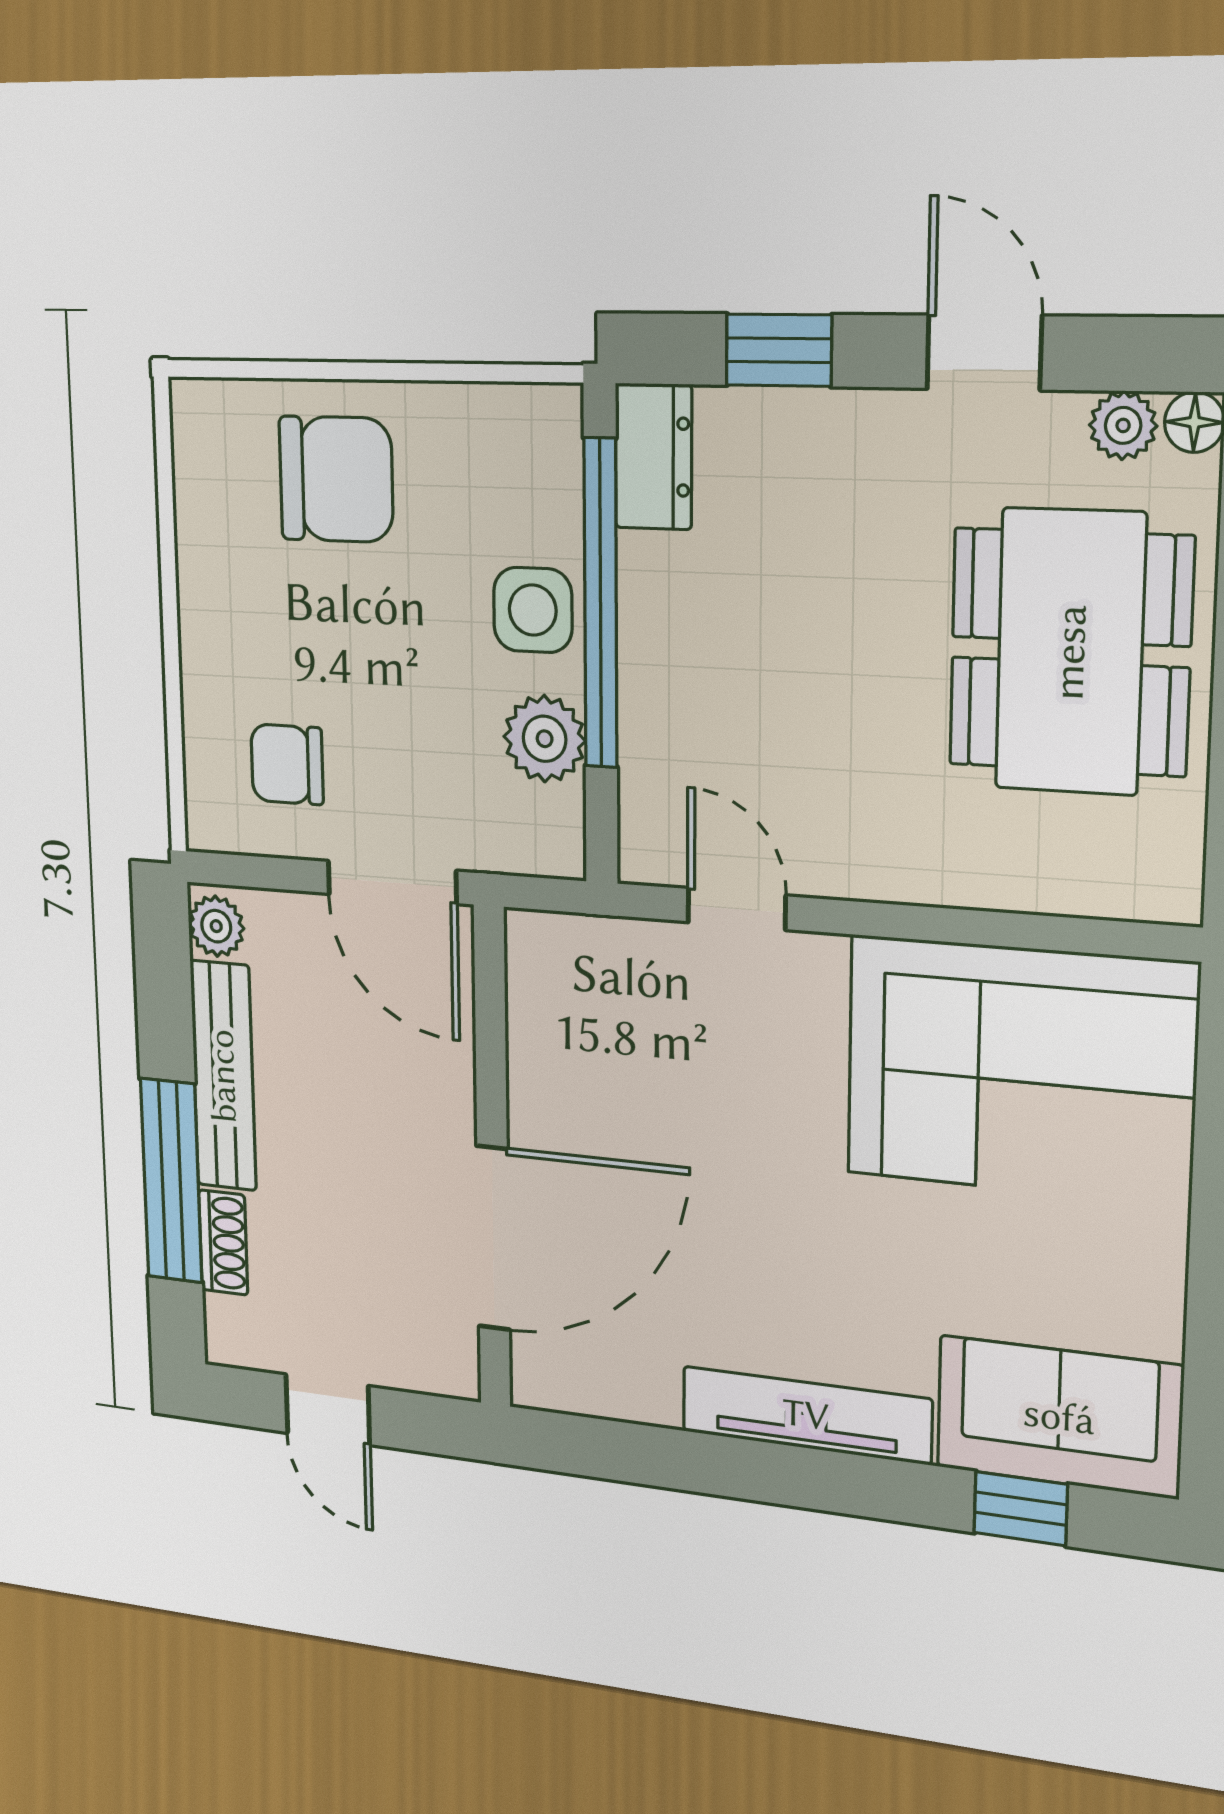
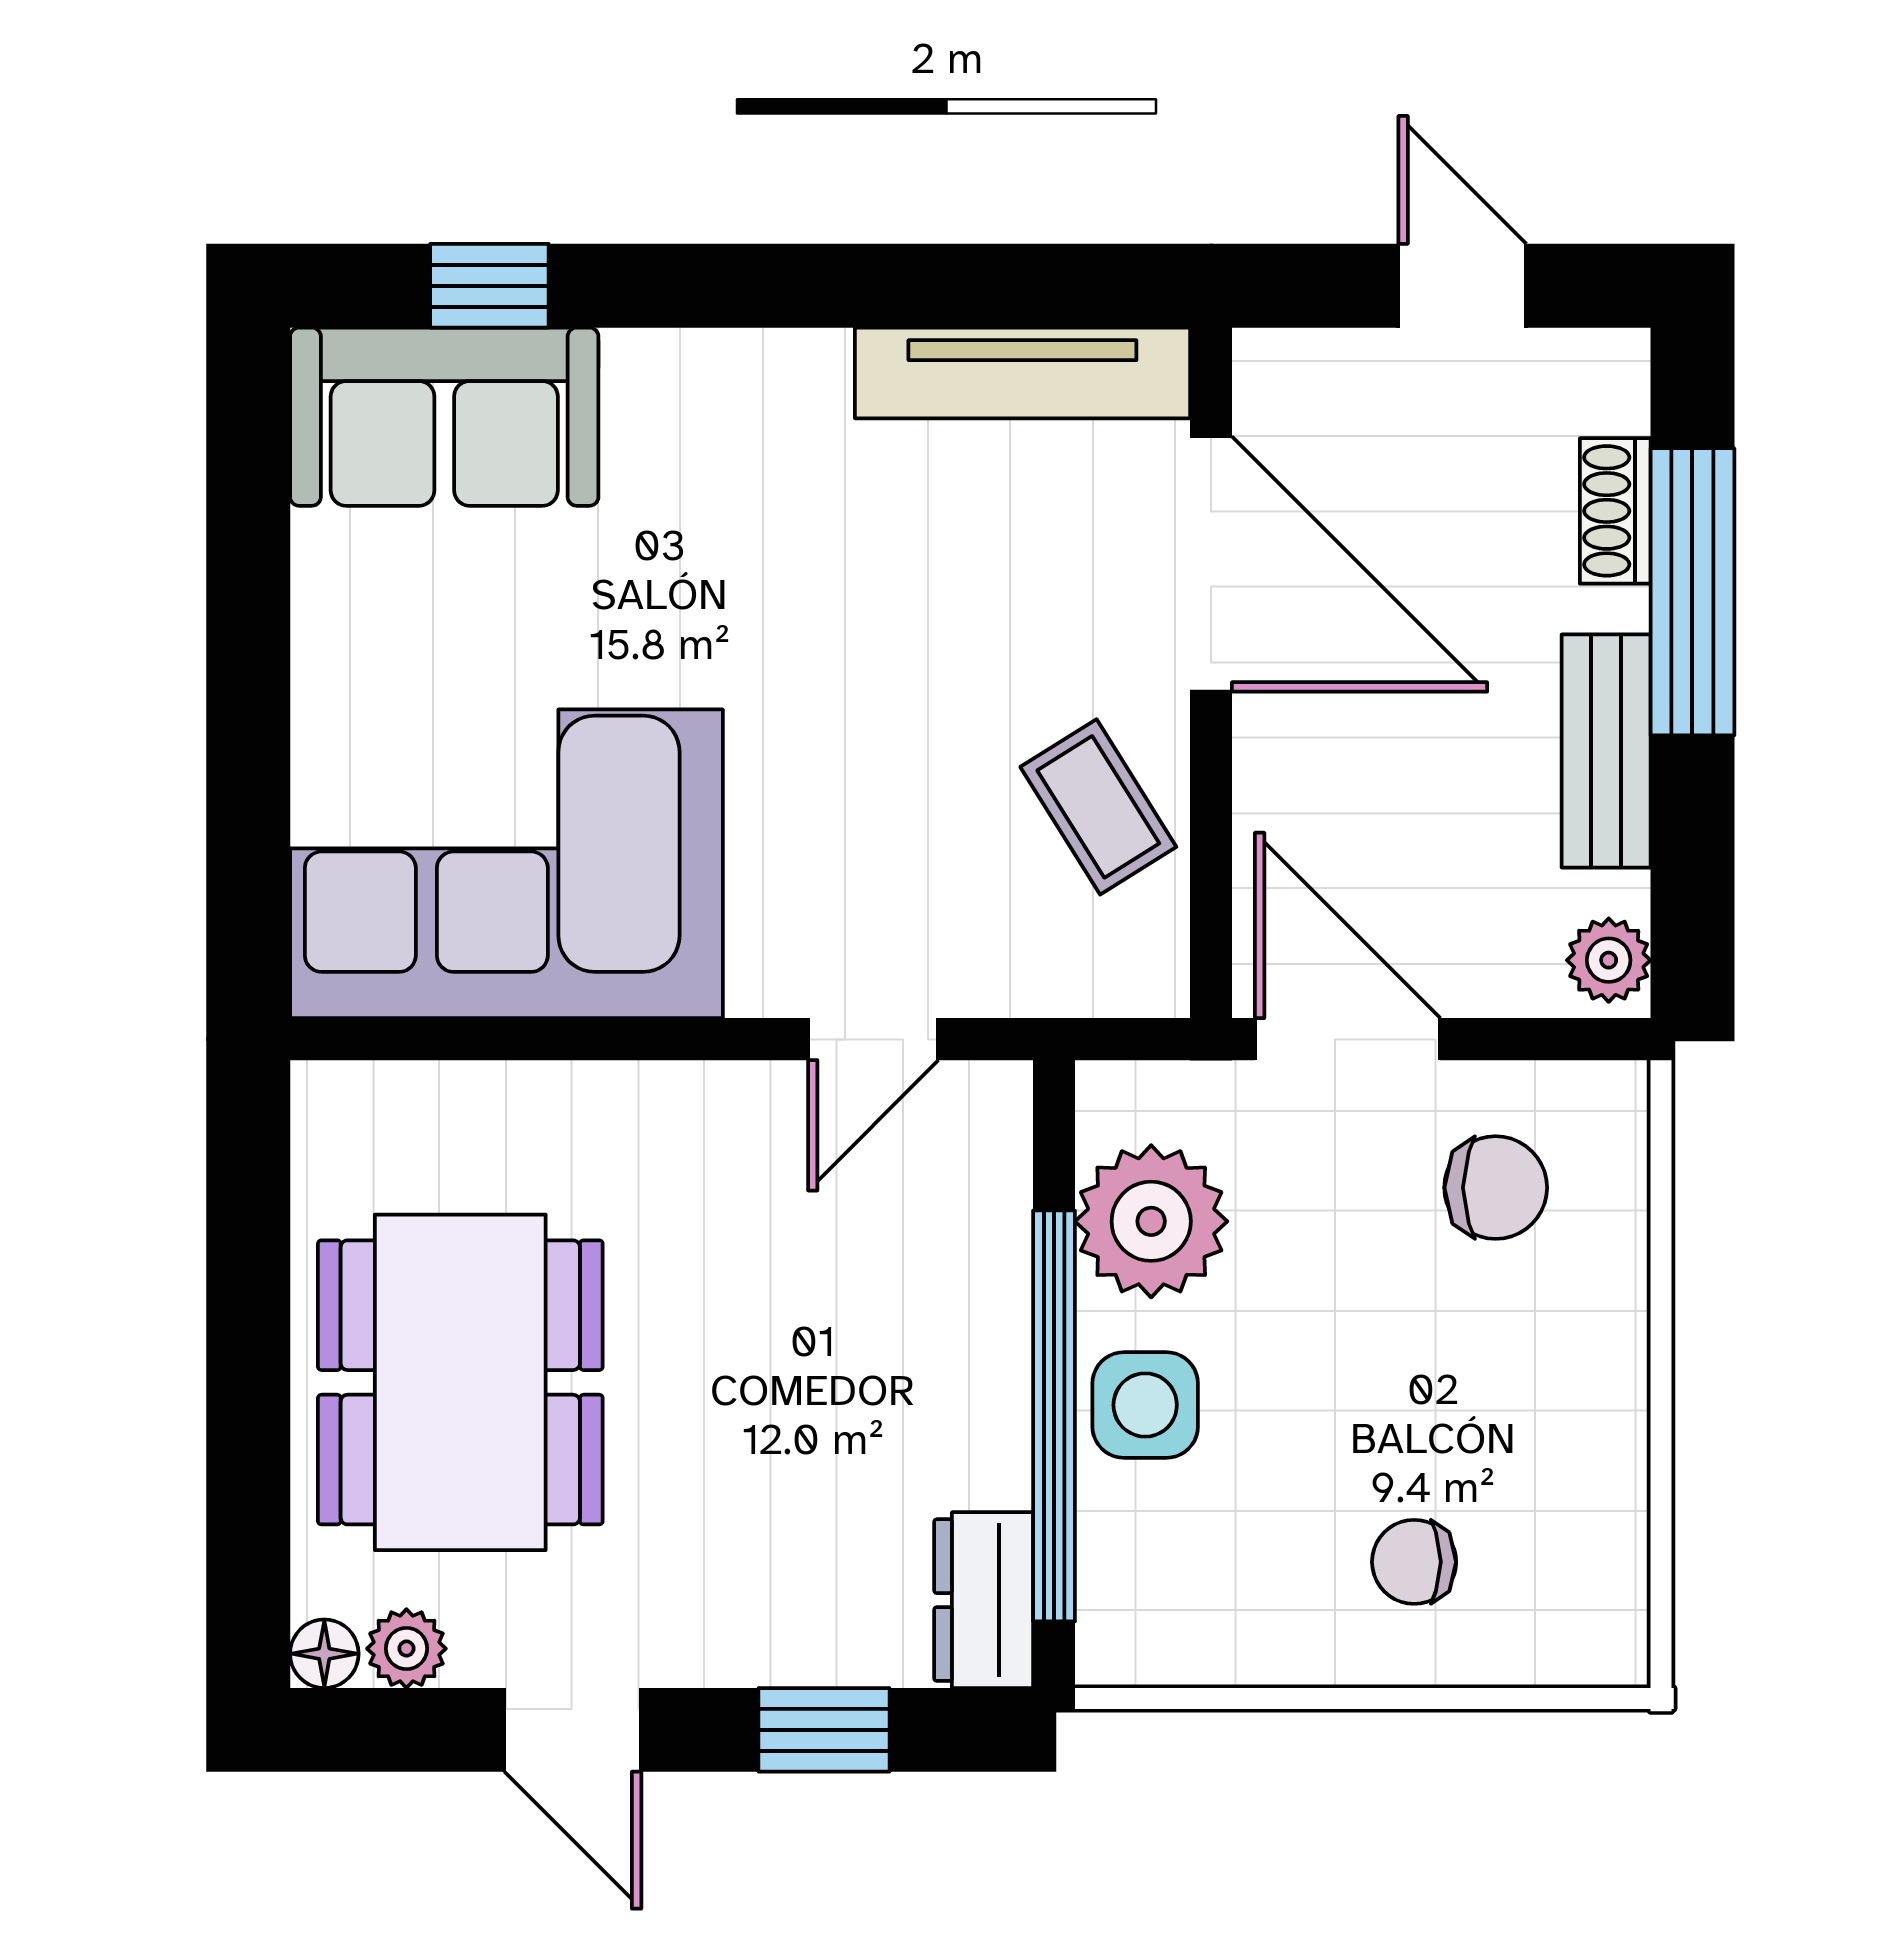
chair: (336, 479) -> (1414, 1562), width x0.54, depth x0.54
plant: (545, 739) -> (1151, 1221), width x1.36, depth x1.36
door: (737, 909) -> (873, 1039), hinge flipped
coffee table: (571, 1070) -> (1098, 807), added
bench: (223, 1076) -> (1606, 751), width x0.73
door: (493, 1238) -> (1211, 564), swing flipped
tv unit: (806, 1415) -> (1022, 373), moved

